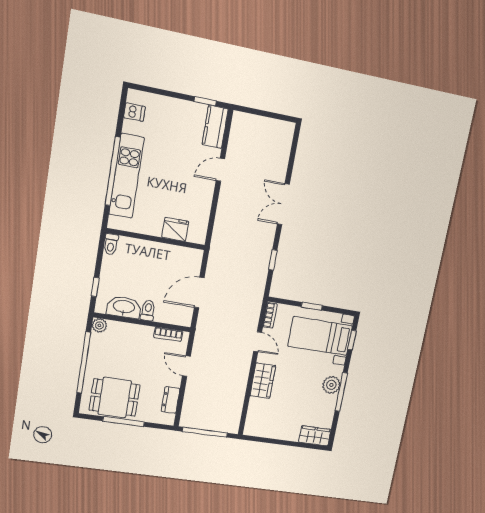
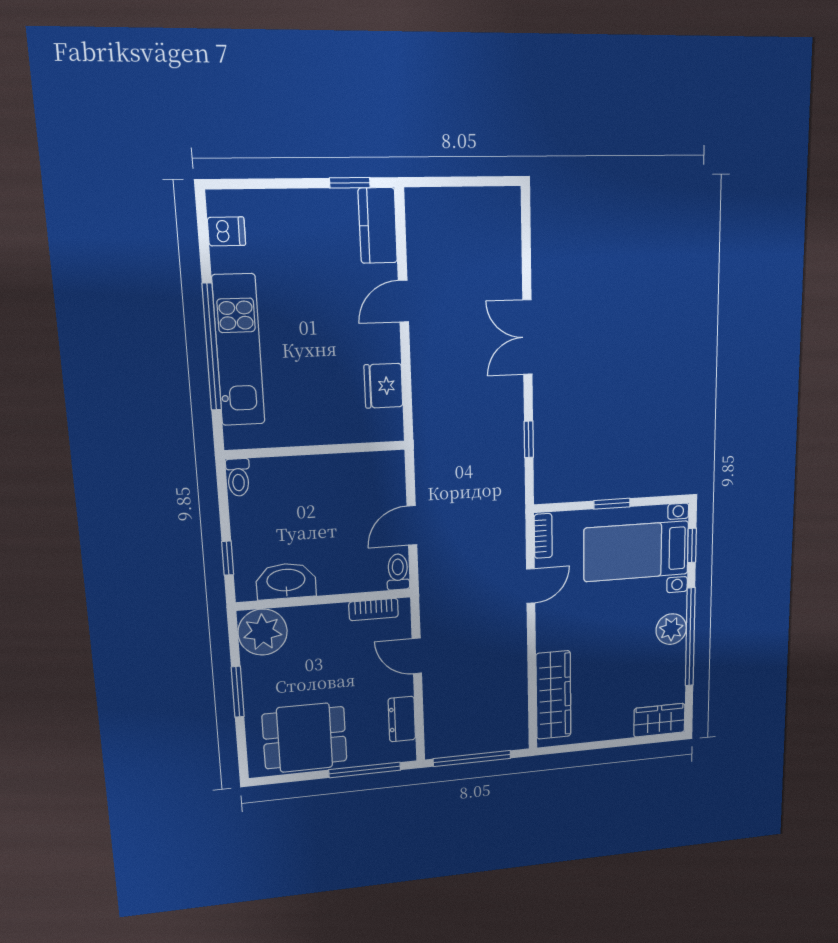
fridge: (175, 229) -> (383, 386), moved, turned -90
door: (199, 292) -> (412, 525), width x0.73
toilet: (148, 310) -> (398, 572), moved
plant: (99, 325) -> (263, 632), width x1.88, depth x1.88
door: (258, 342) -> (531, 586), hinge flipped
window: (84, 363) -> (238, 692), width x0.47
wardrobe: (263, 381) -> (553, 695), moved, width x1.50
window: (341, 392) -> (690, 637), width x1.46
window: (124, 421) -> (365, 770), moved

